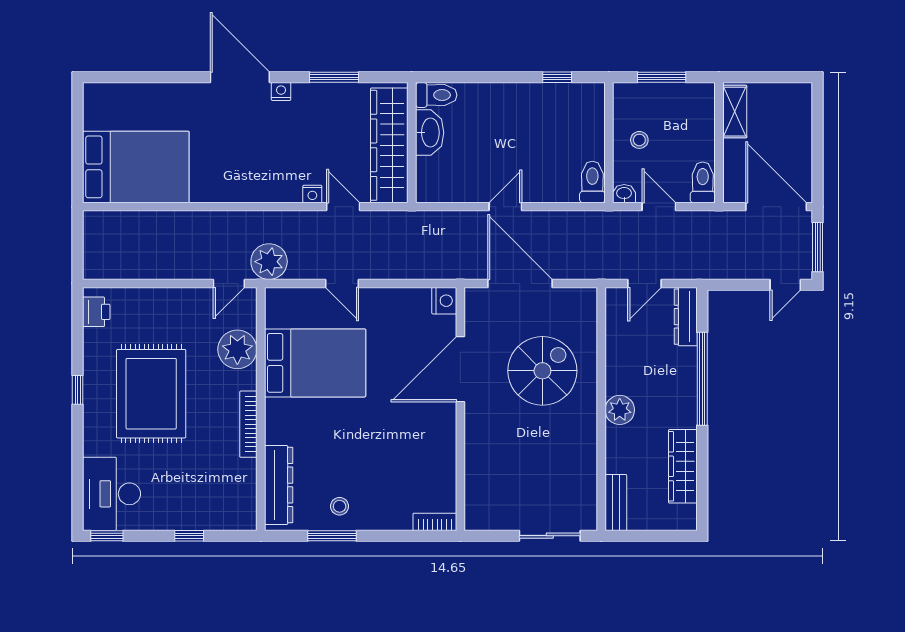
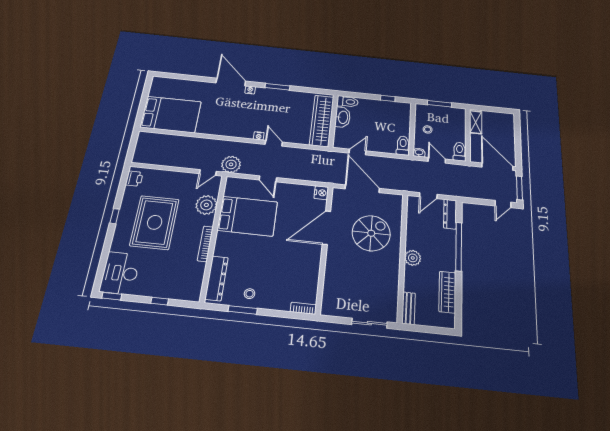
toilet: (436, 95) -> (348, 102), moved
washbasin: (430, 133) -> (343, 117), moved
wall: (412, 143) -> (333, 121), moved
wardrobe: (389, 145) -> (322, 121), moved

